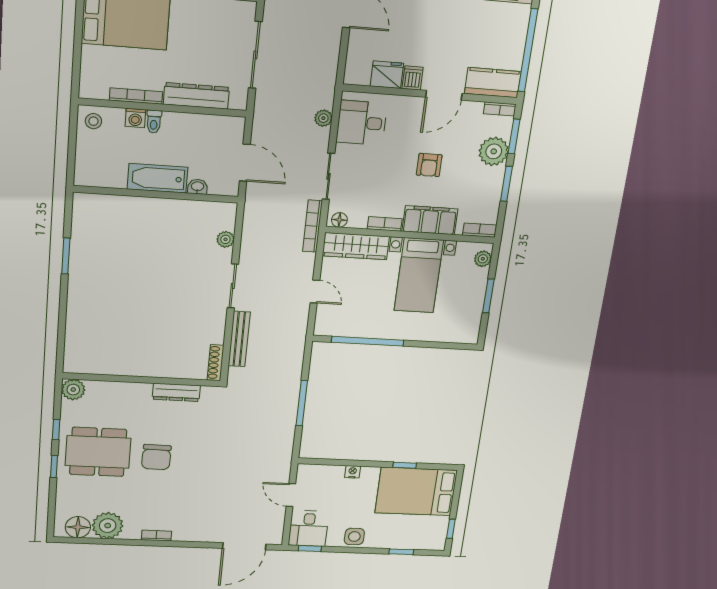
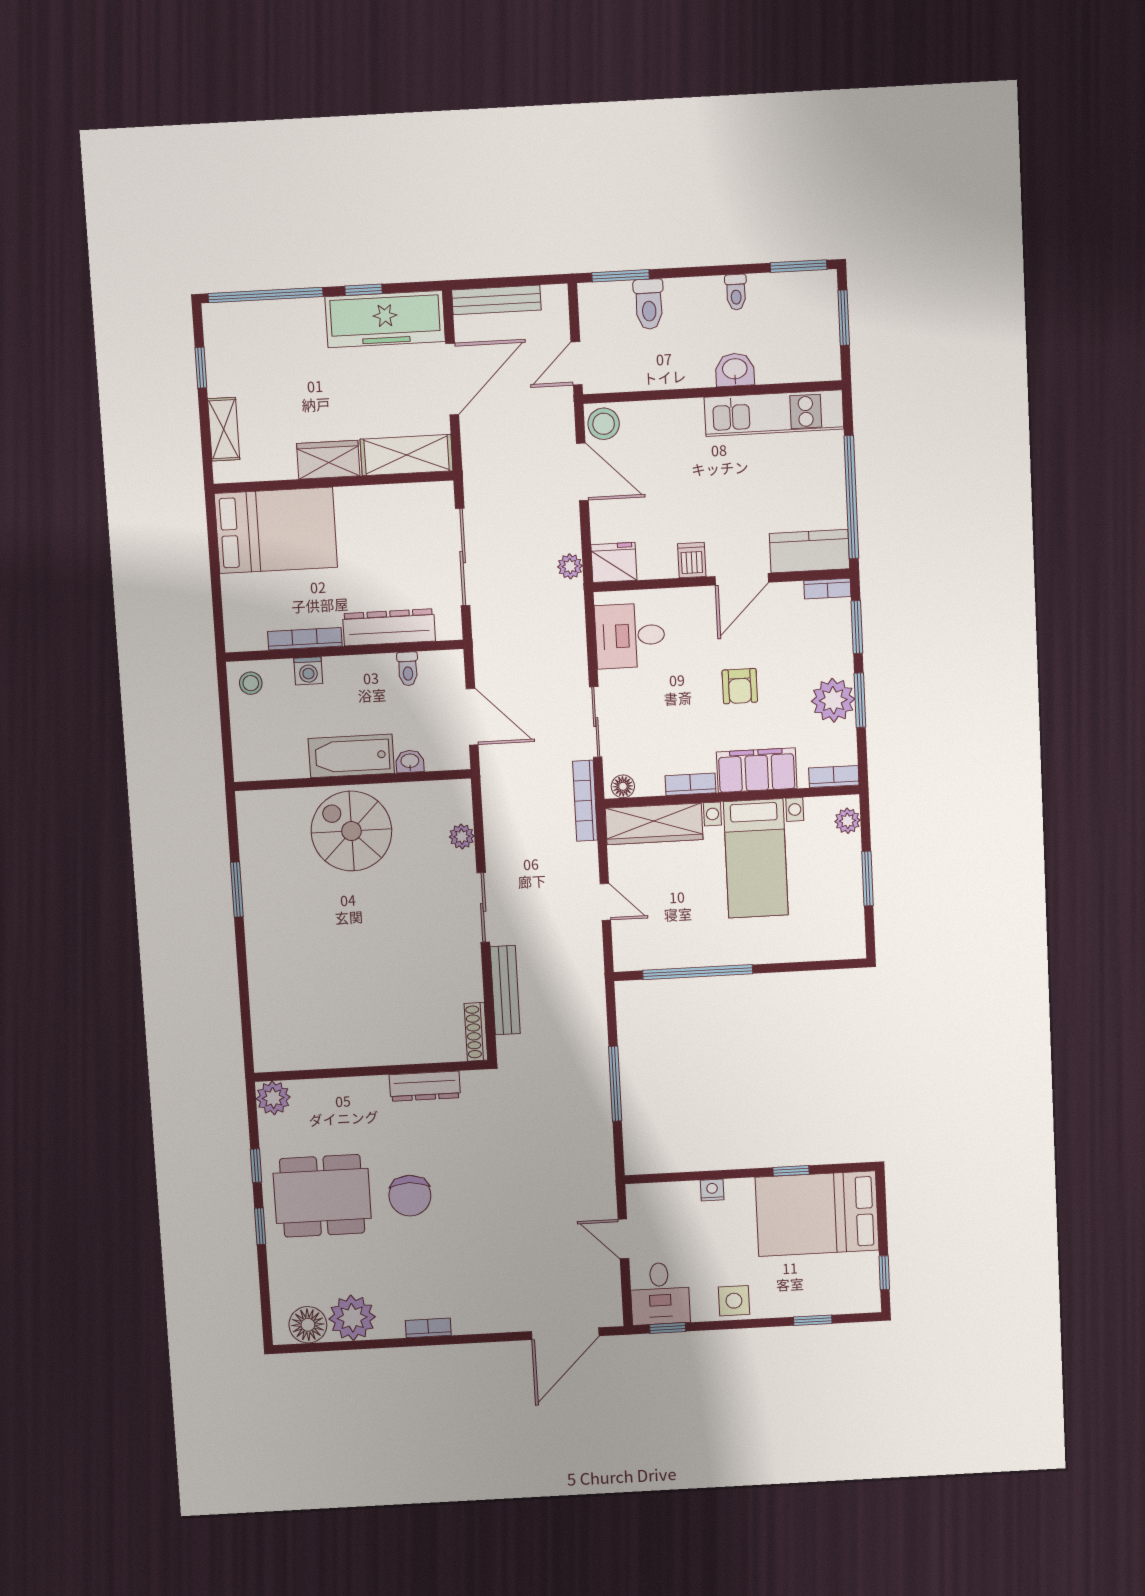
fridge: (387, 75) -> (614, 562), moved
plant: (323, 118) -> (570, 566), moved
toilet: (154, 122) -> (408, 669), moved
plant: (494, 151) -> (833, 700), moved
spiral stairs: (150, 227) -> (351, 831), added

